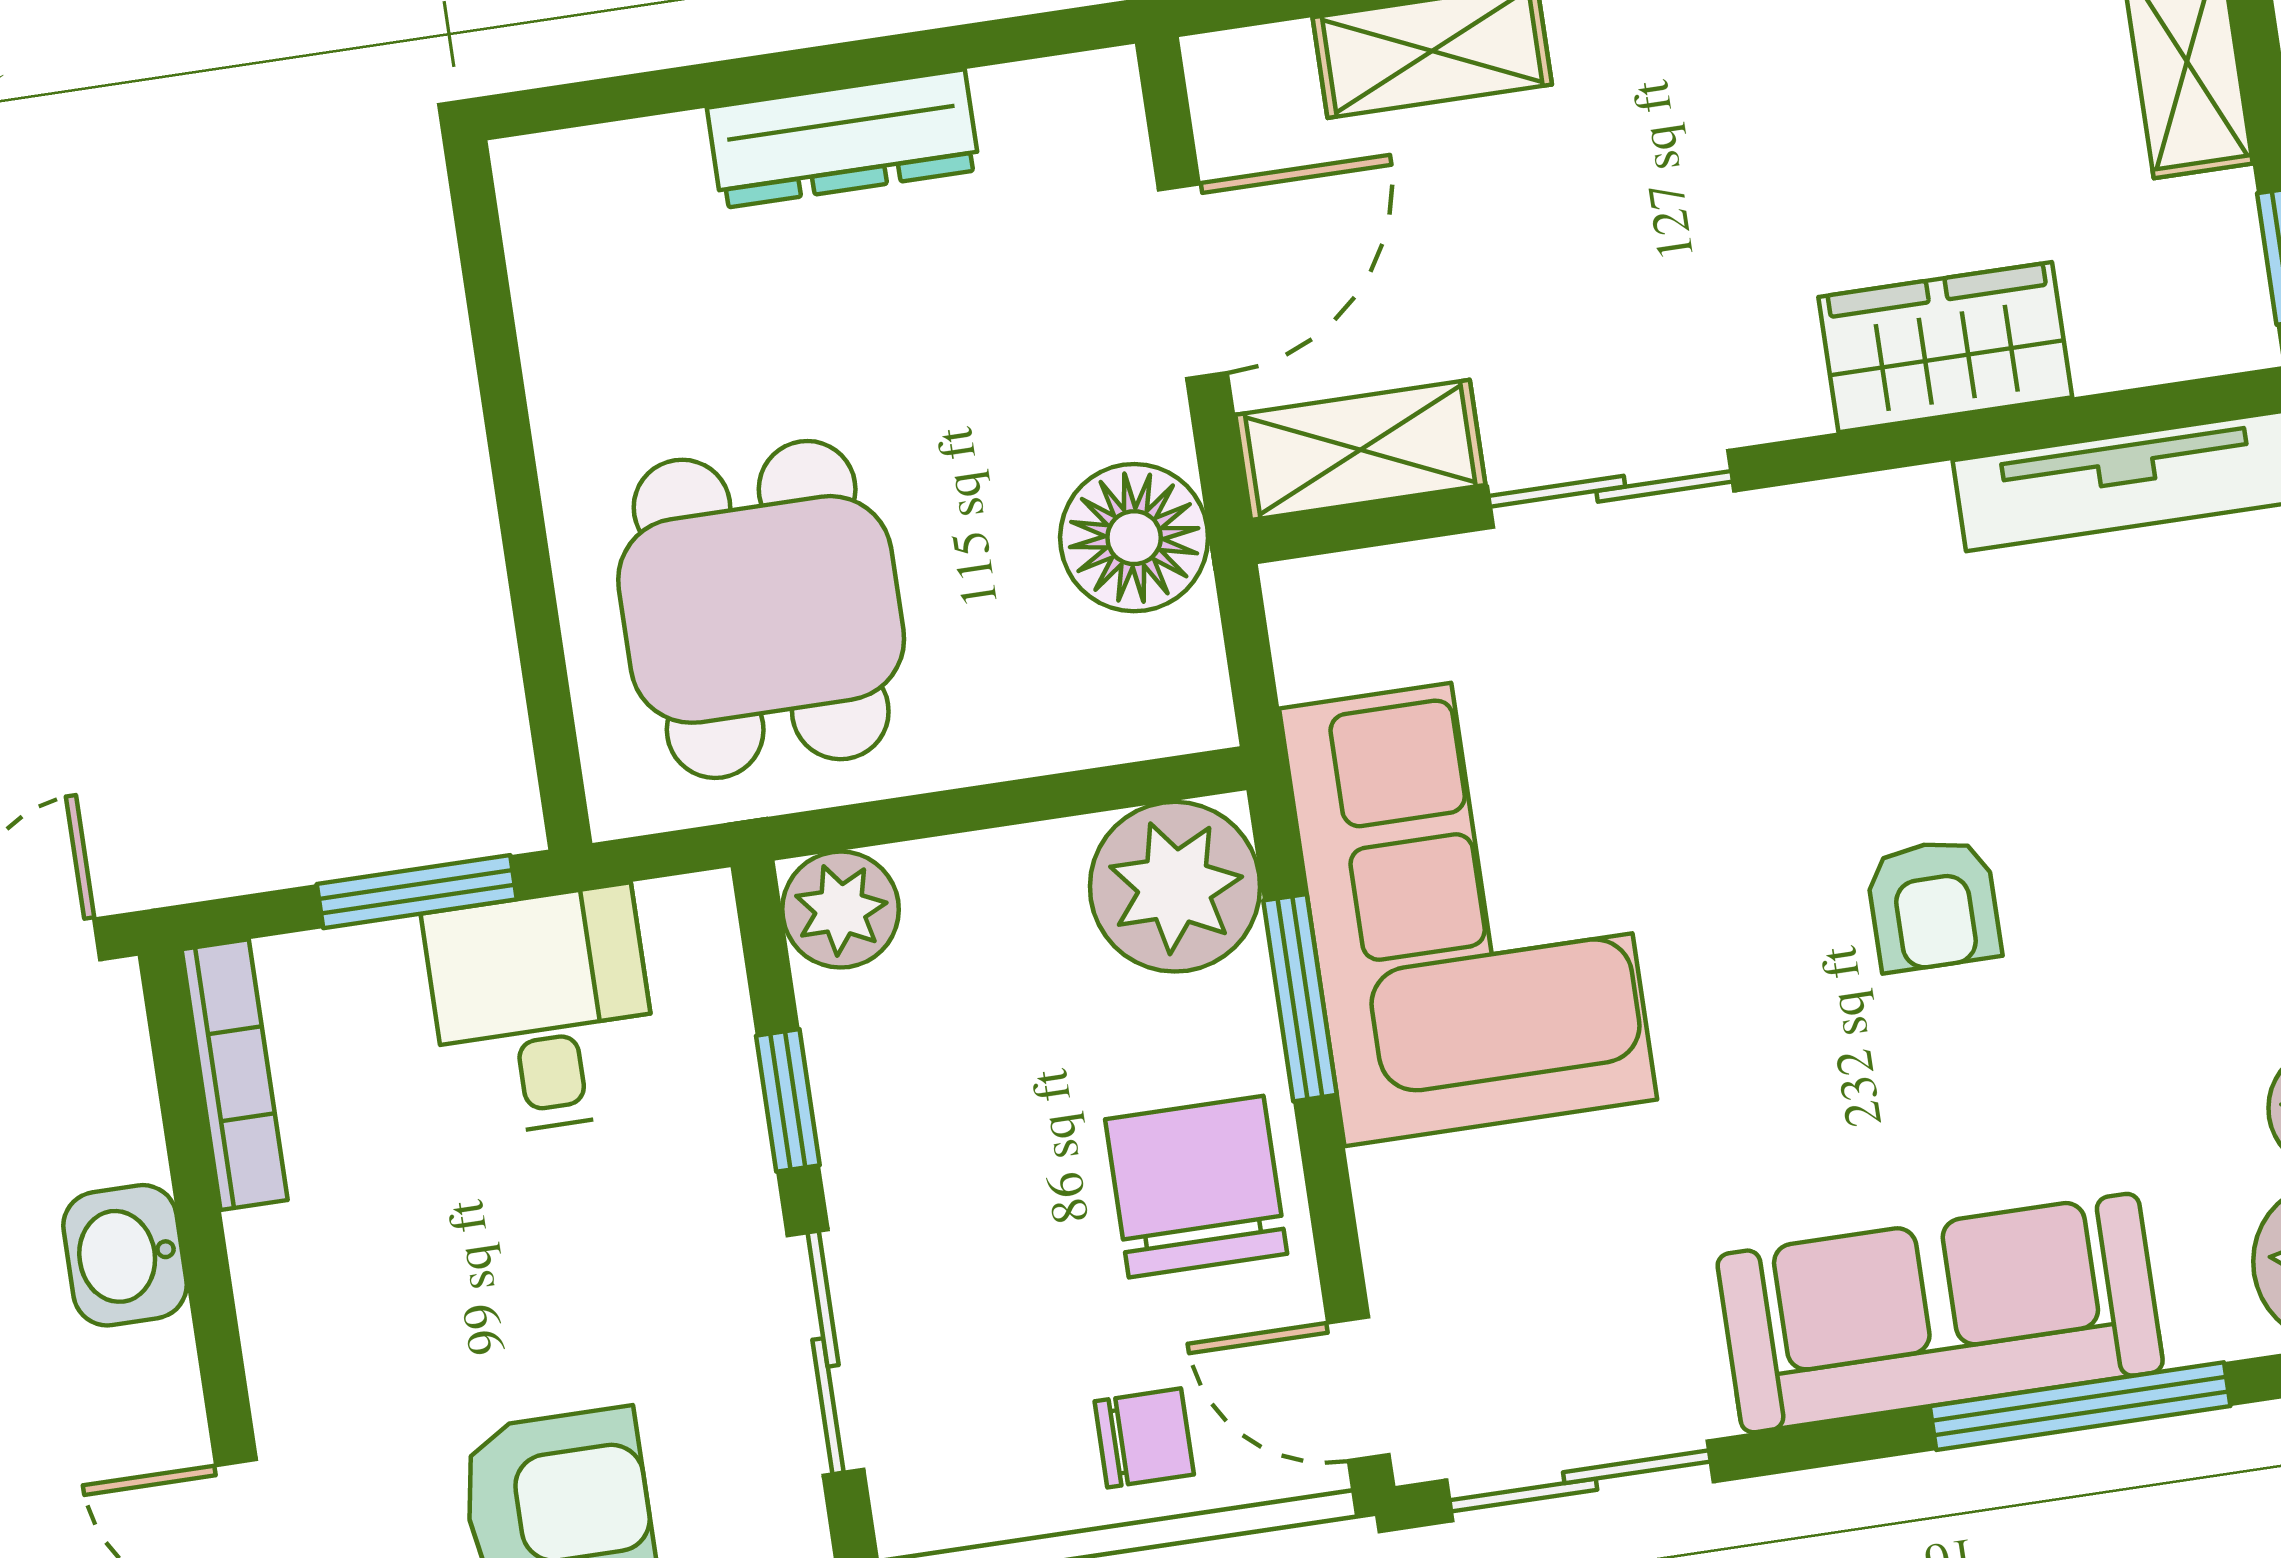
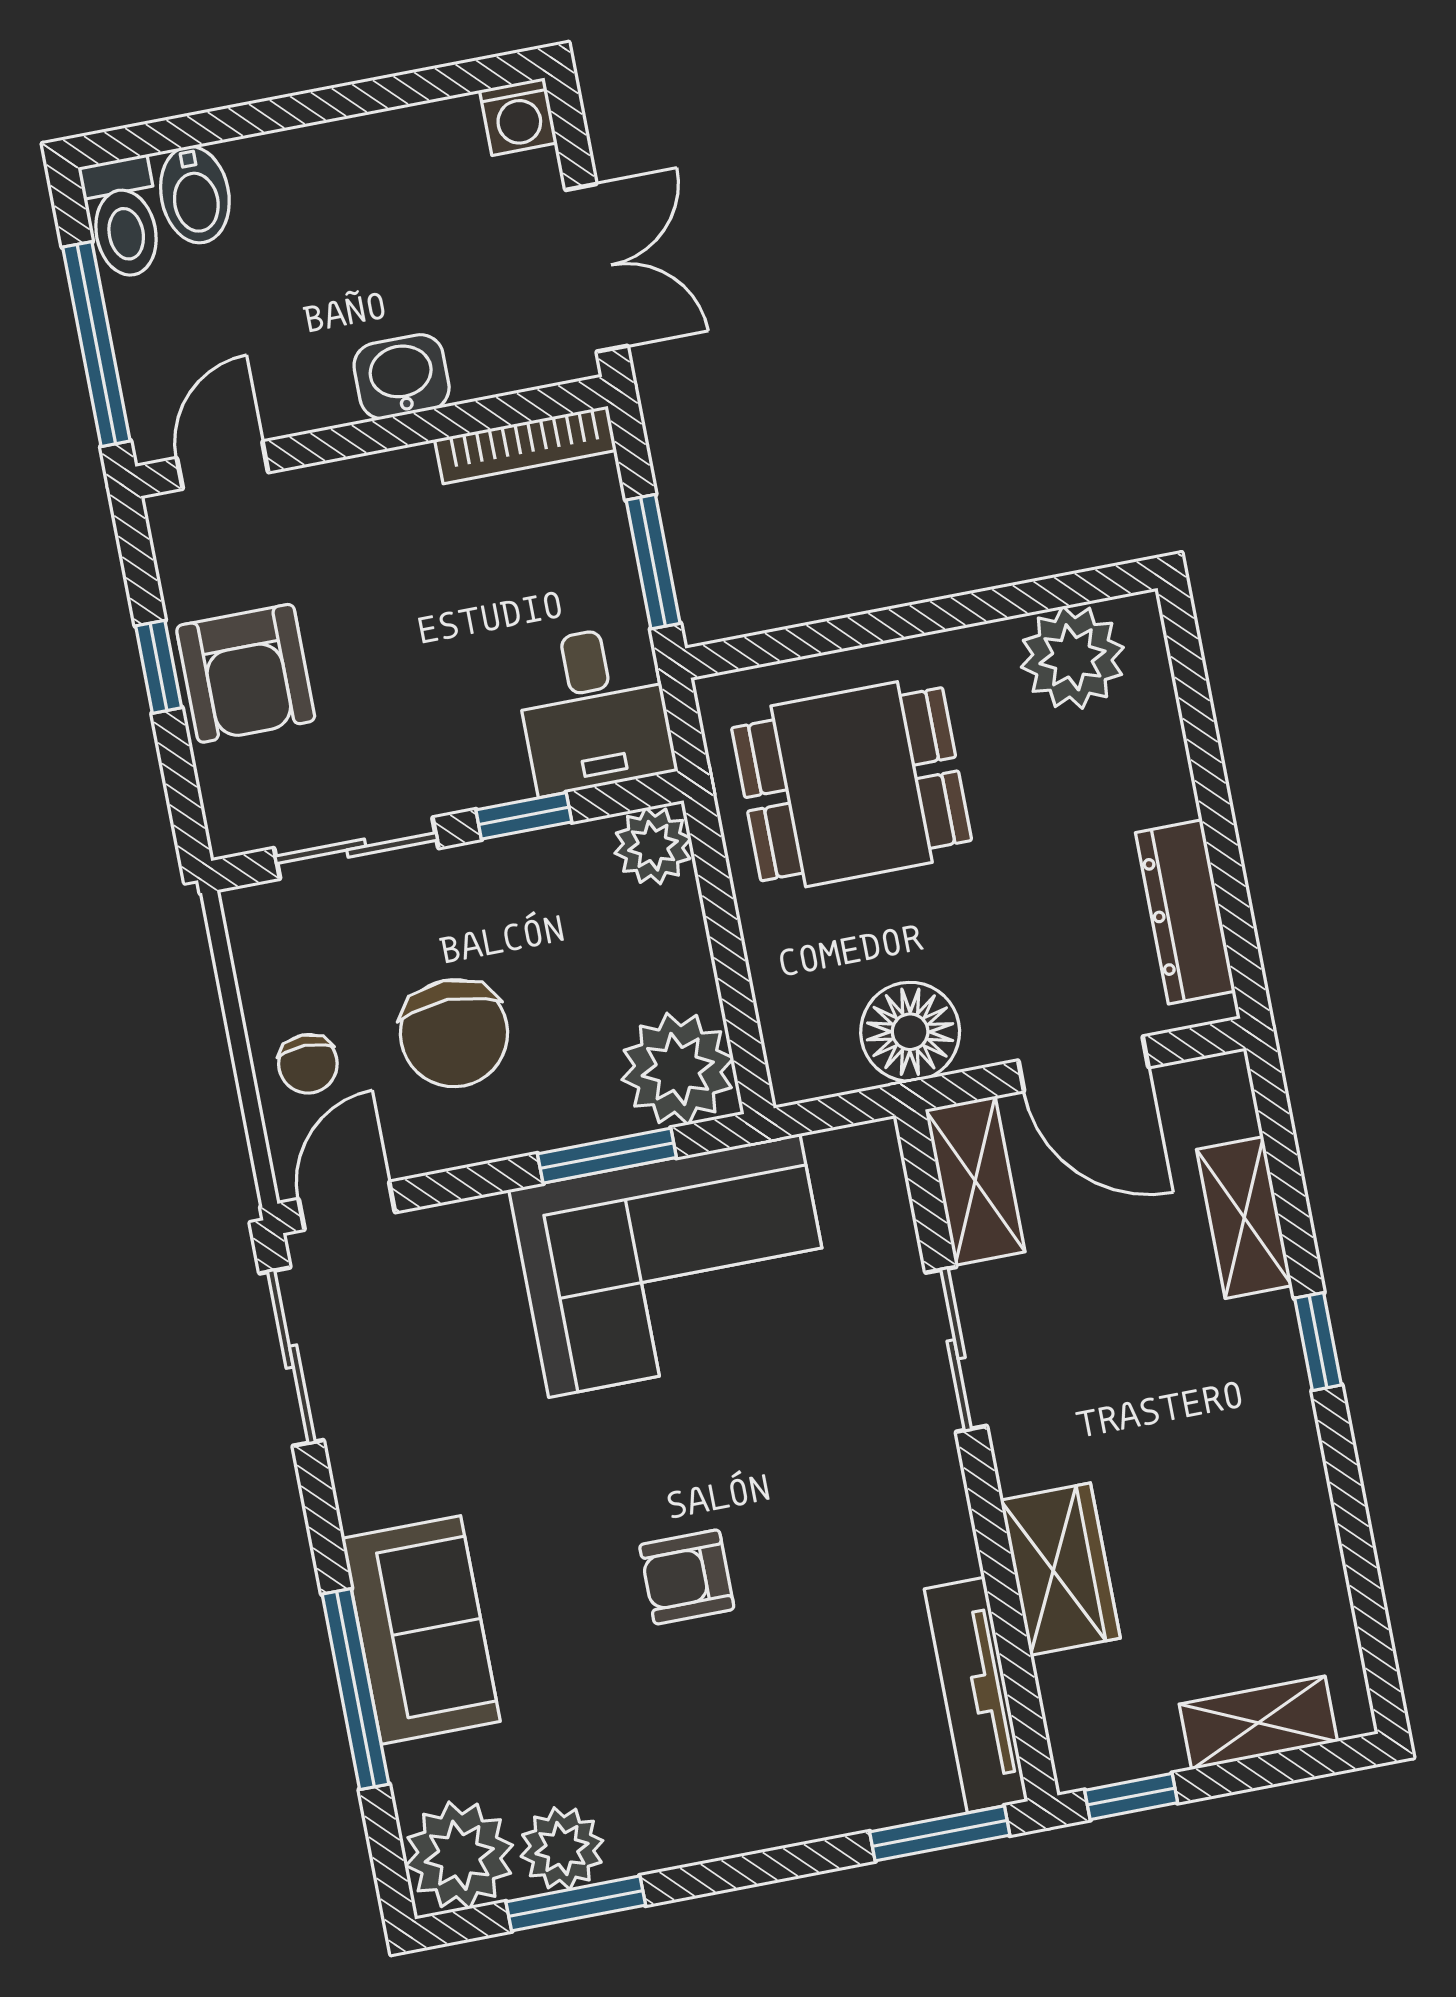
dresser: (843, 139) -> (1185, 912), moved
plant: (586, 272) -> (1072, 657), added
desk: (543, 1011) -> (594, 709), moved, turned 90
chair: (1196, 1187) -> (454, 1033), moved, turned 90
sofa: (1940, 1313) -> (421, 1630), width x0.73

